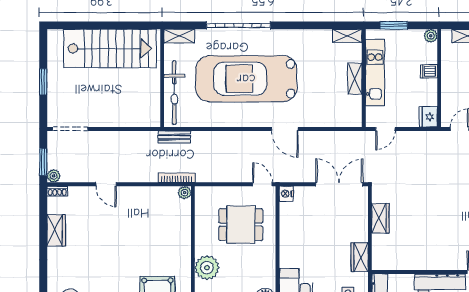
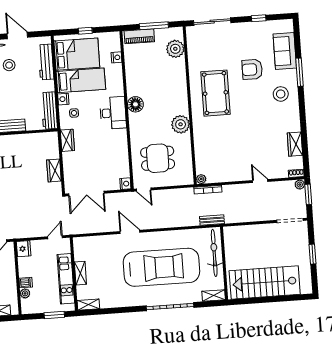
plant: (431, 36) -> (25, 293), moved

